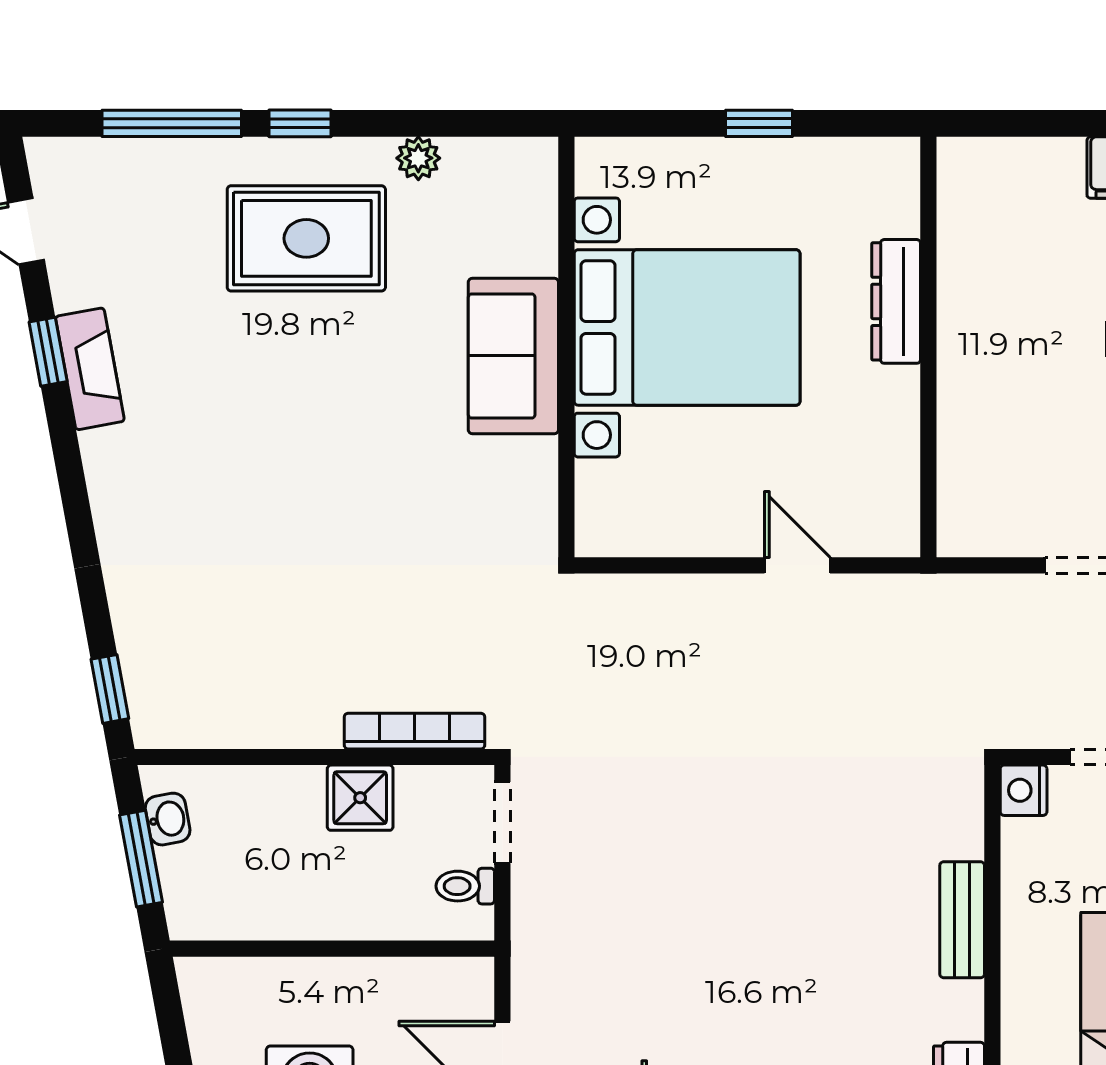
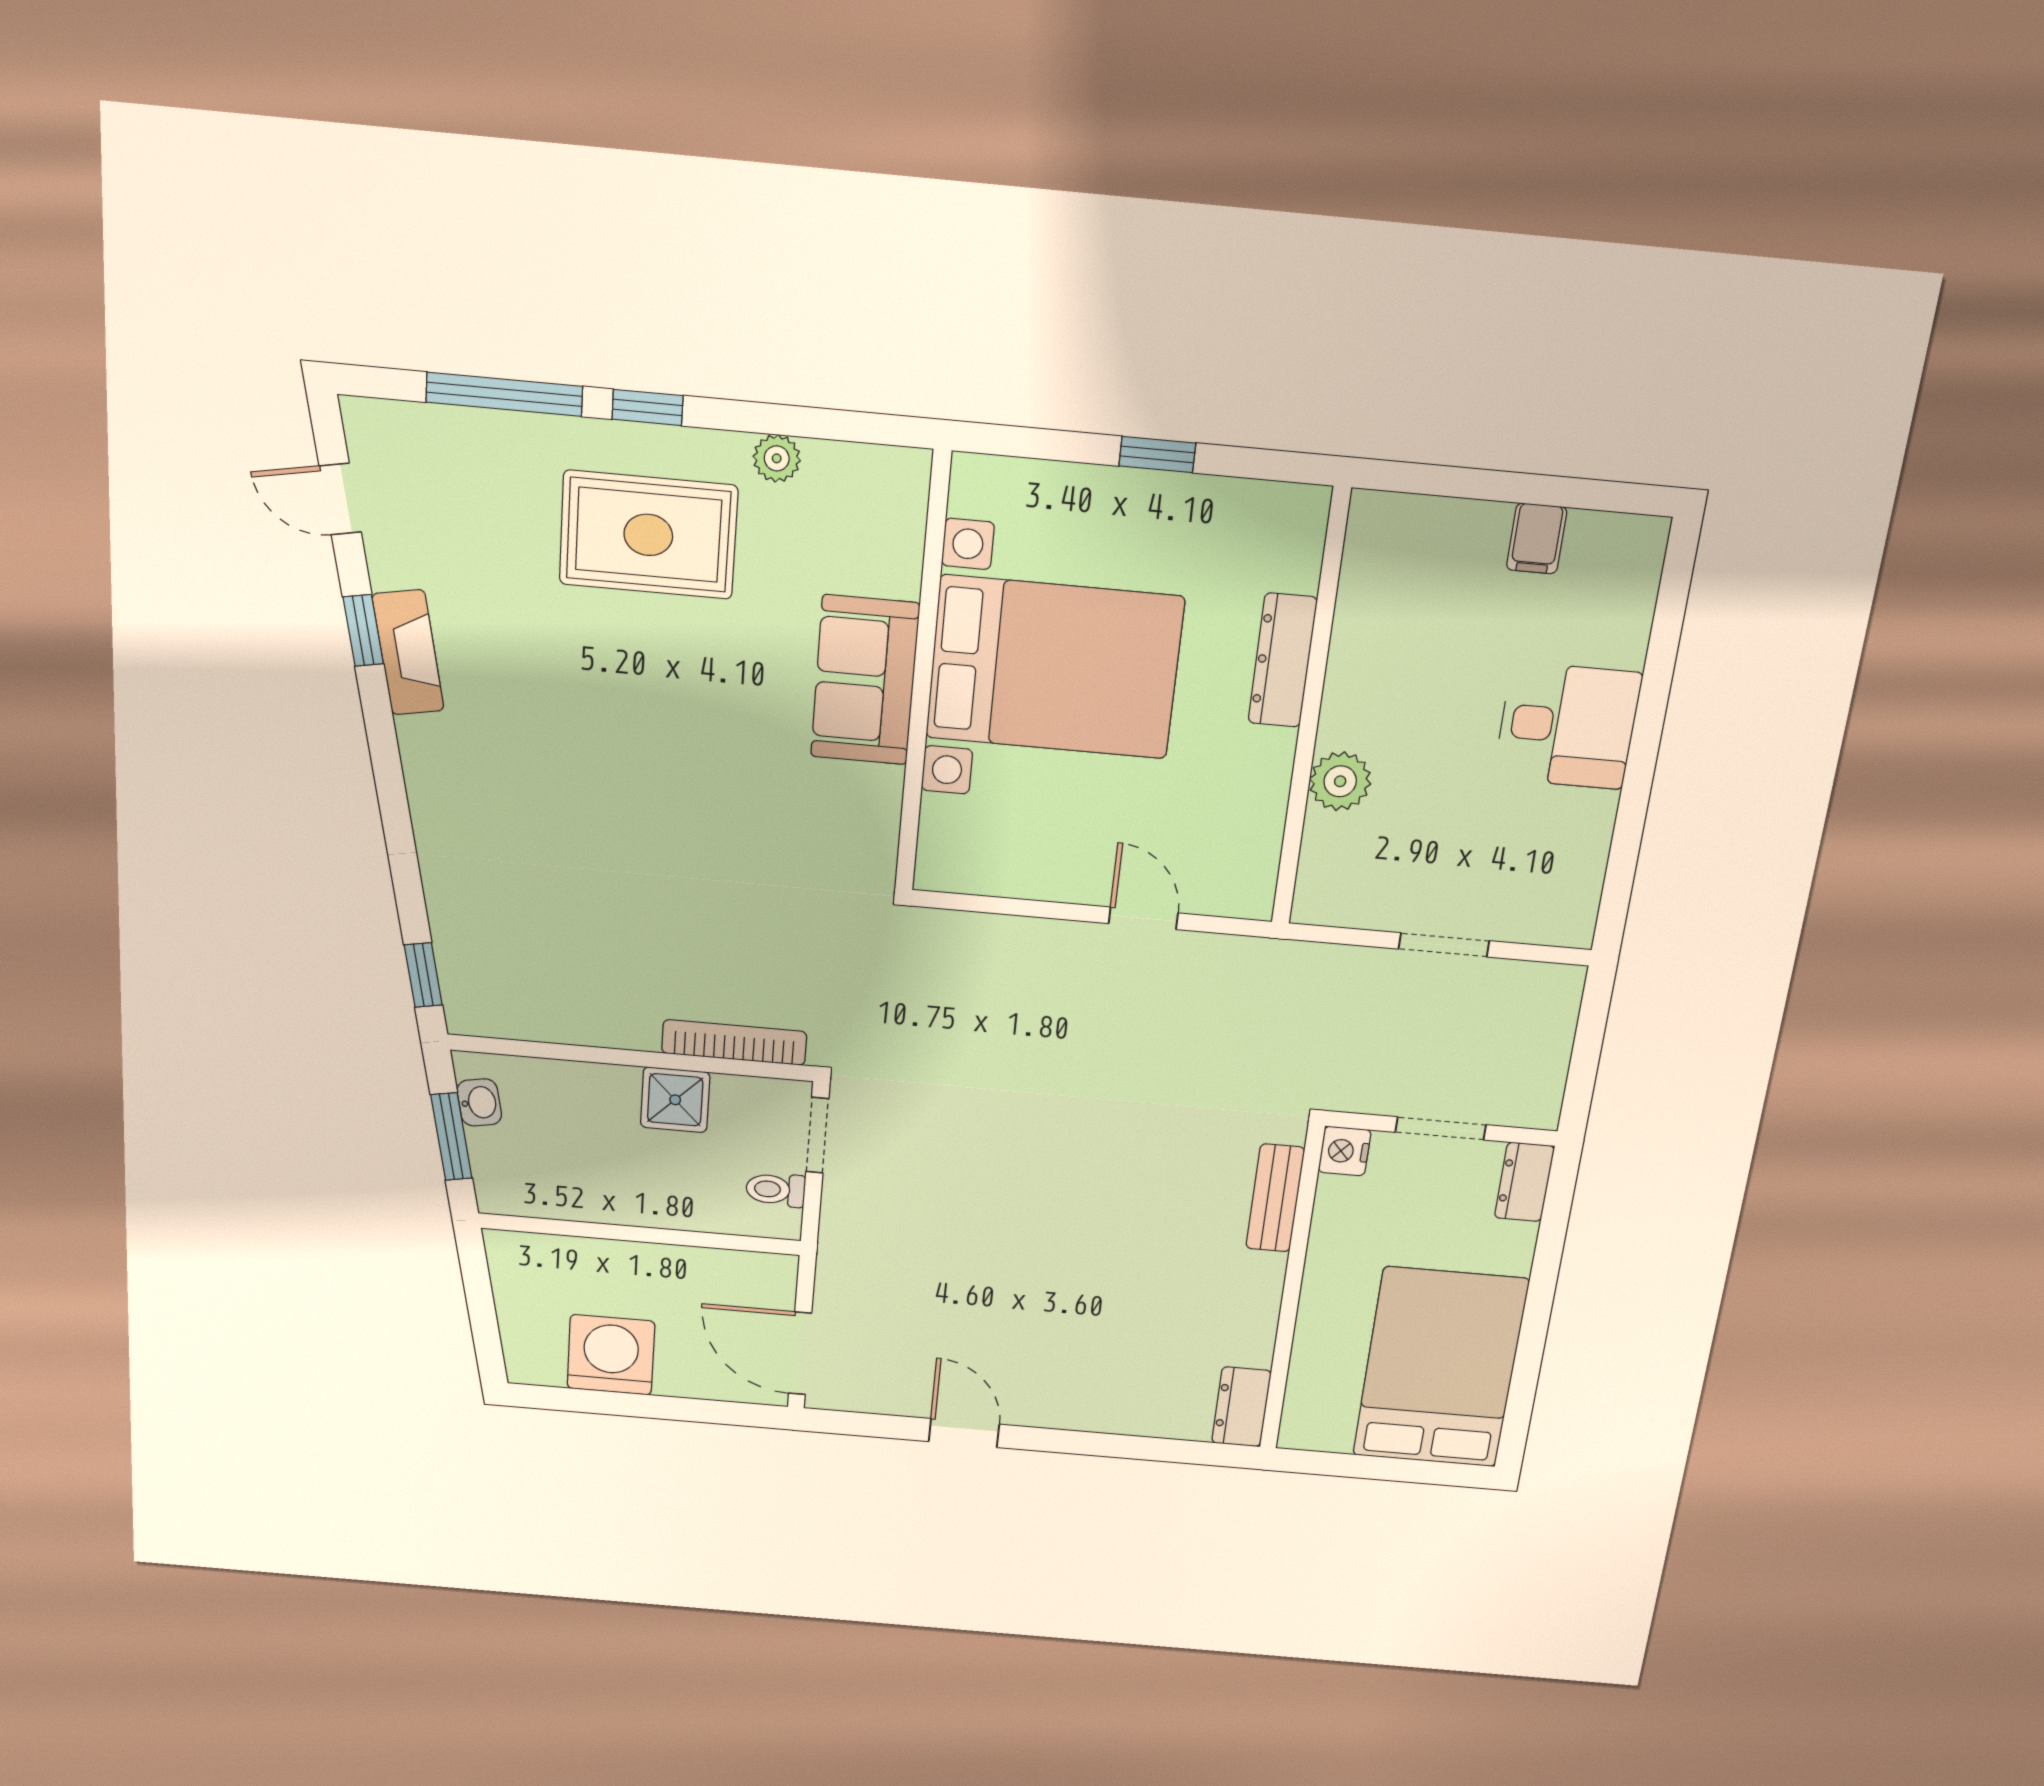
plant: (965, 412) -> (1340, 781), added
bench: (962, 920) -> (1275, 1198), moved

